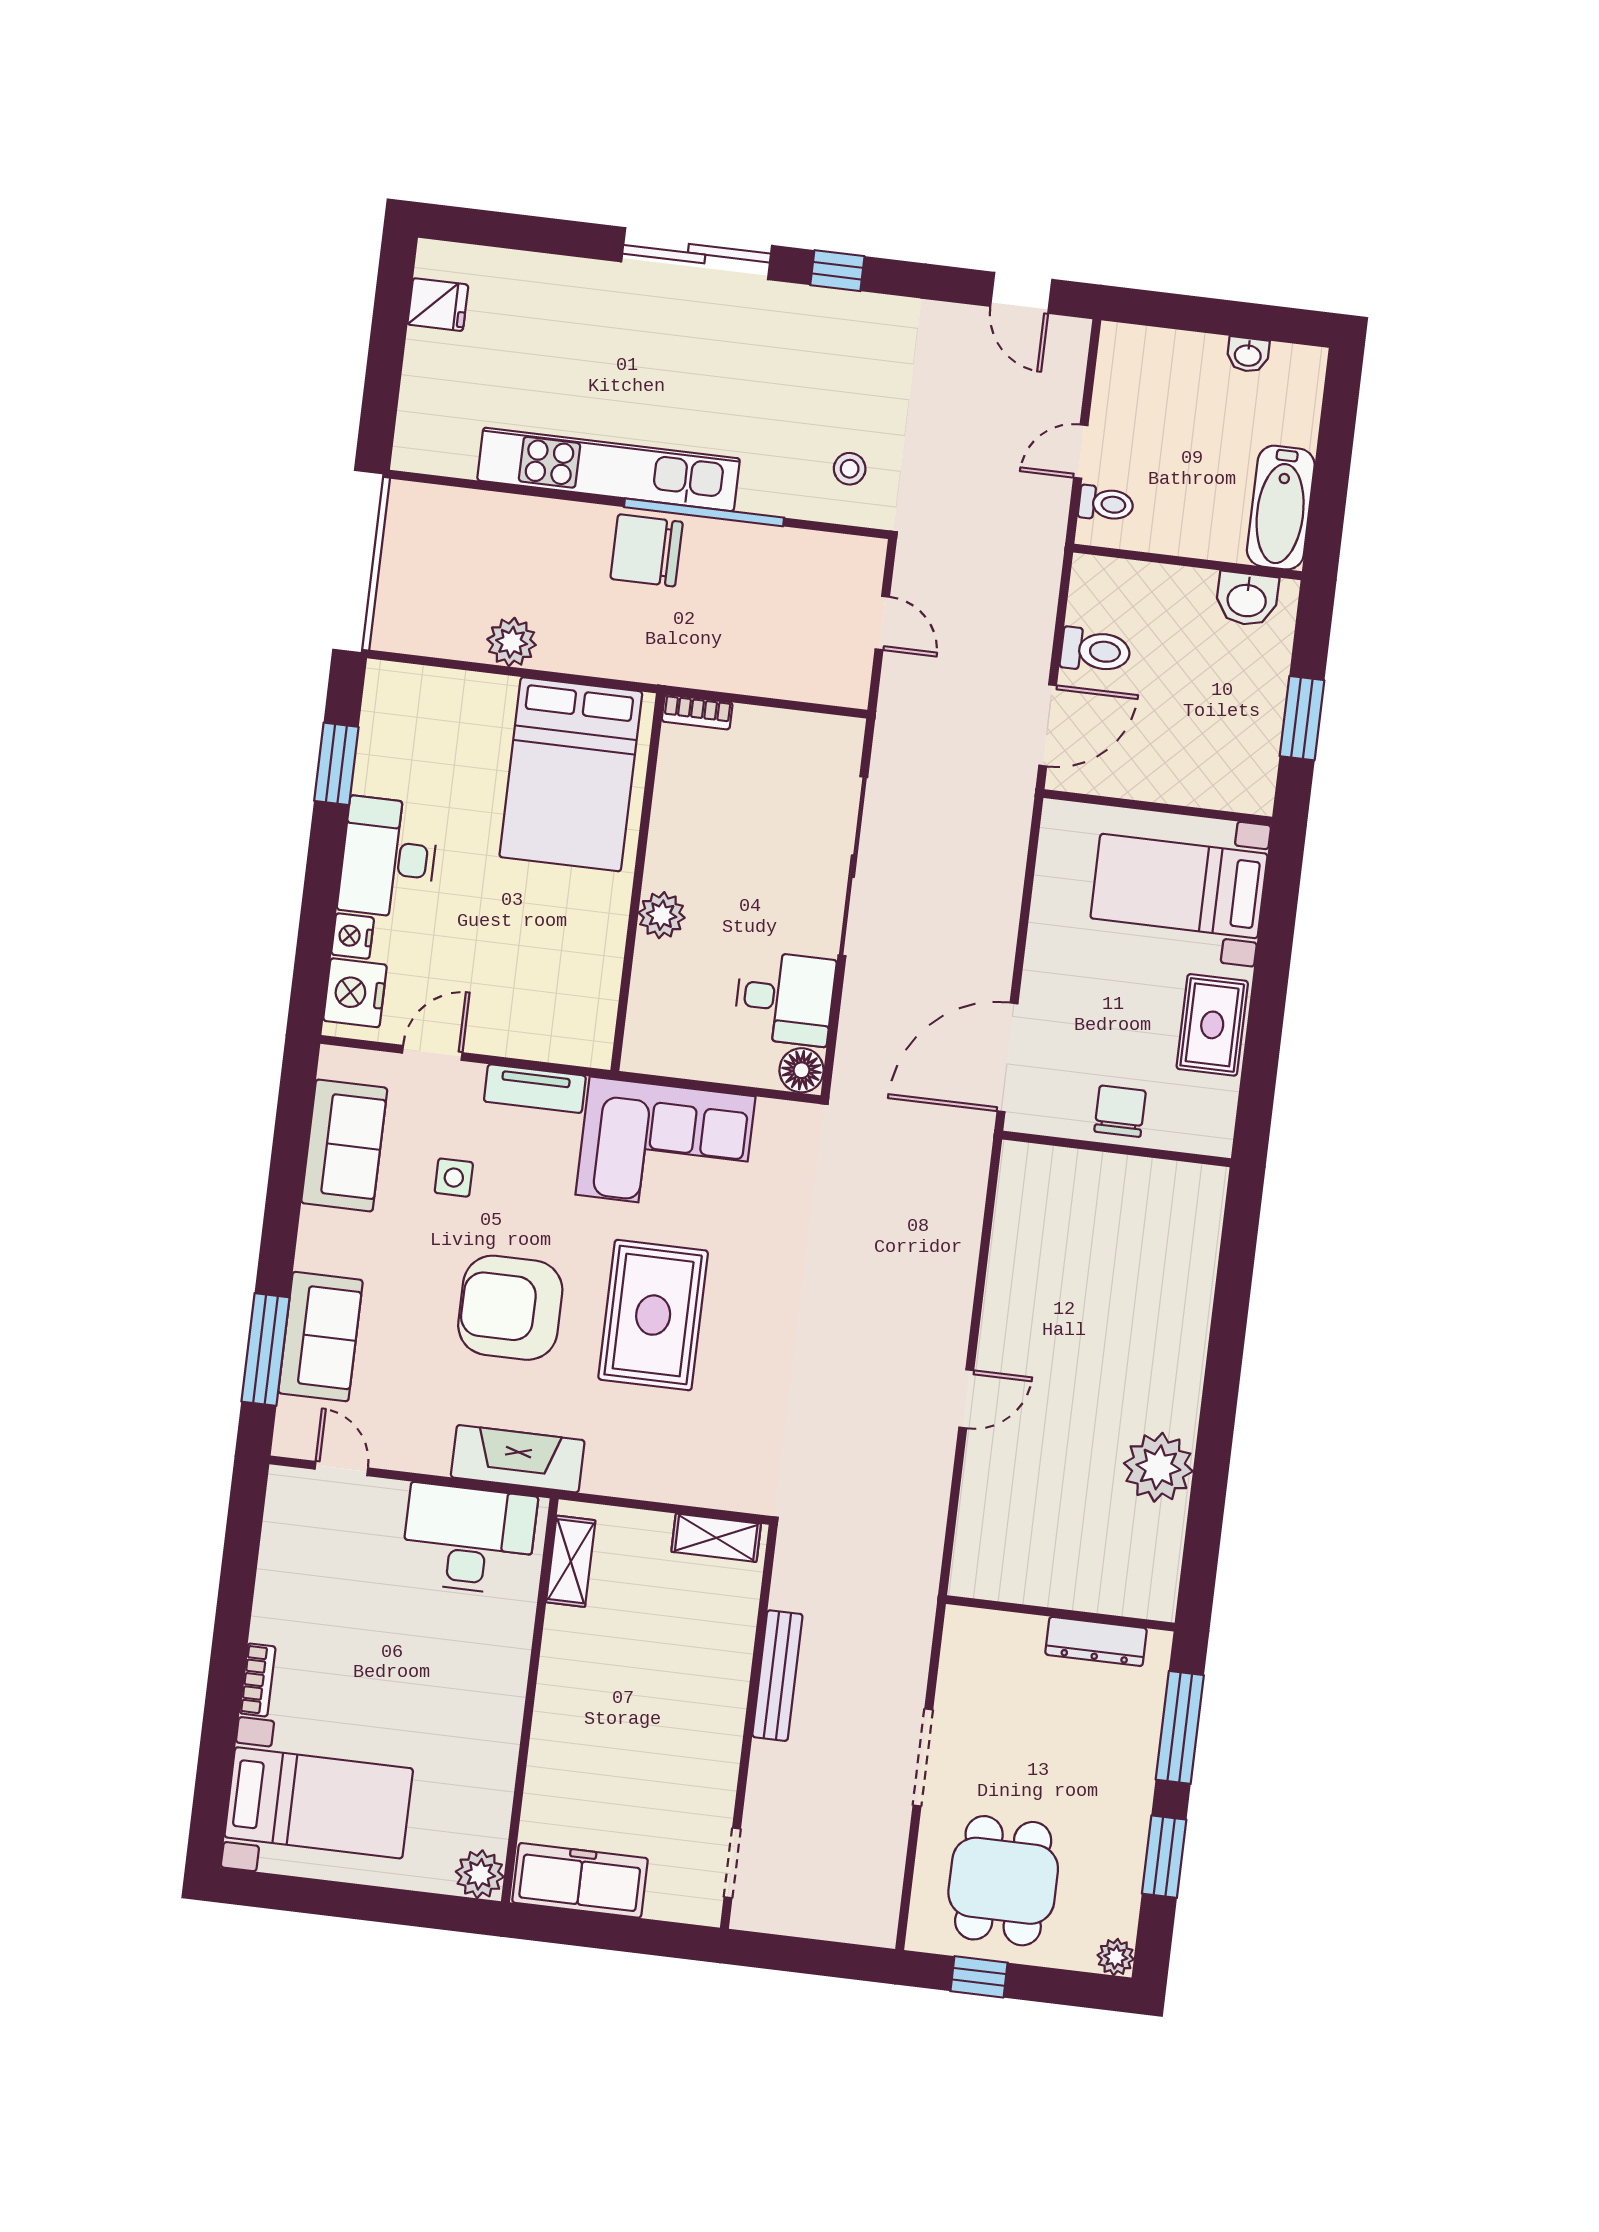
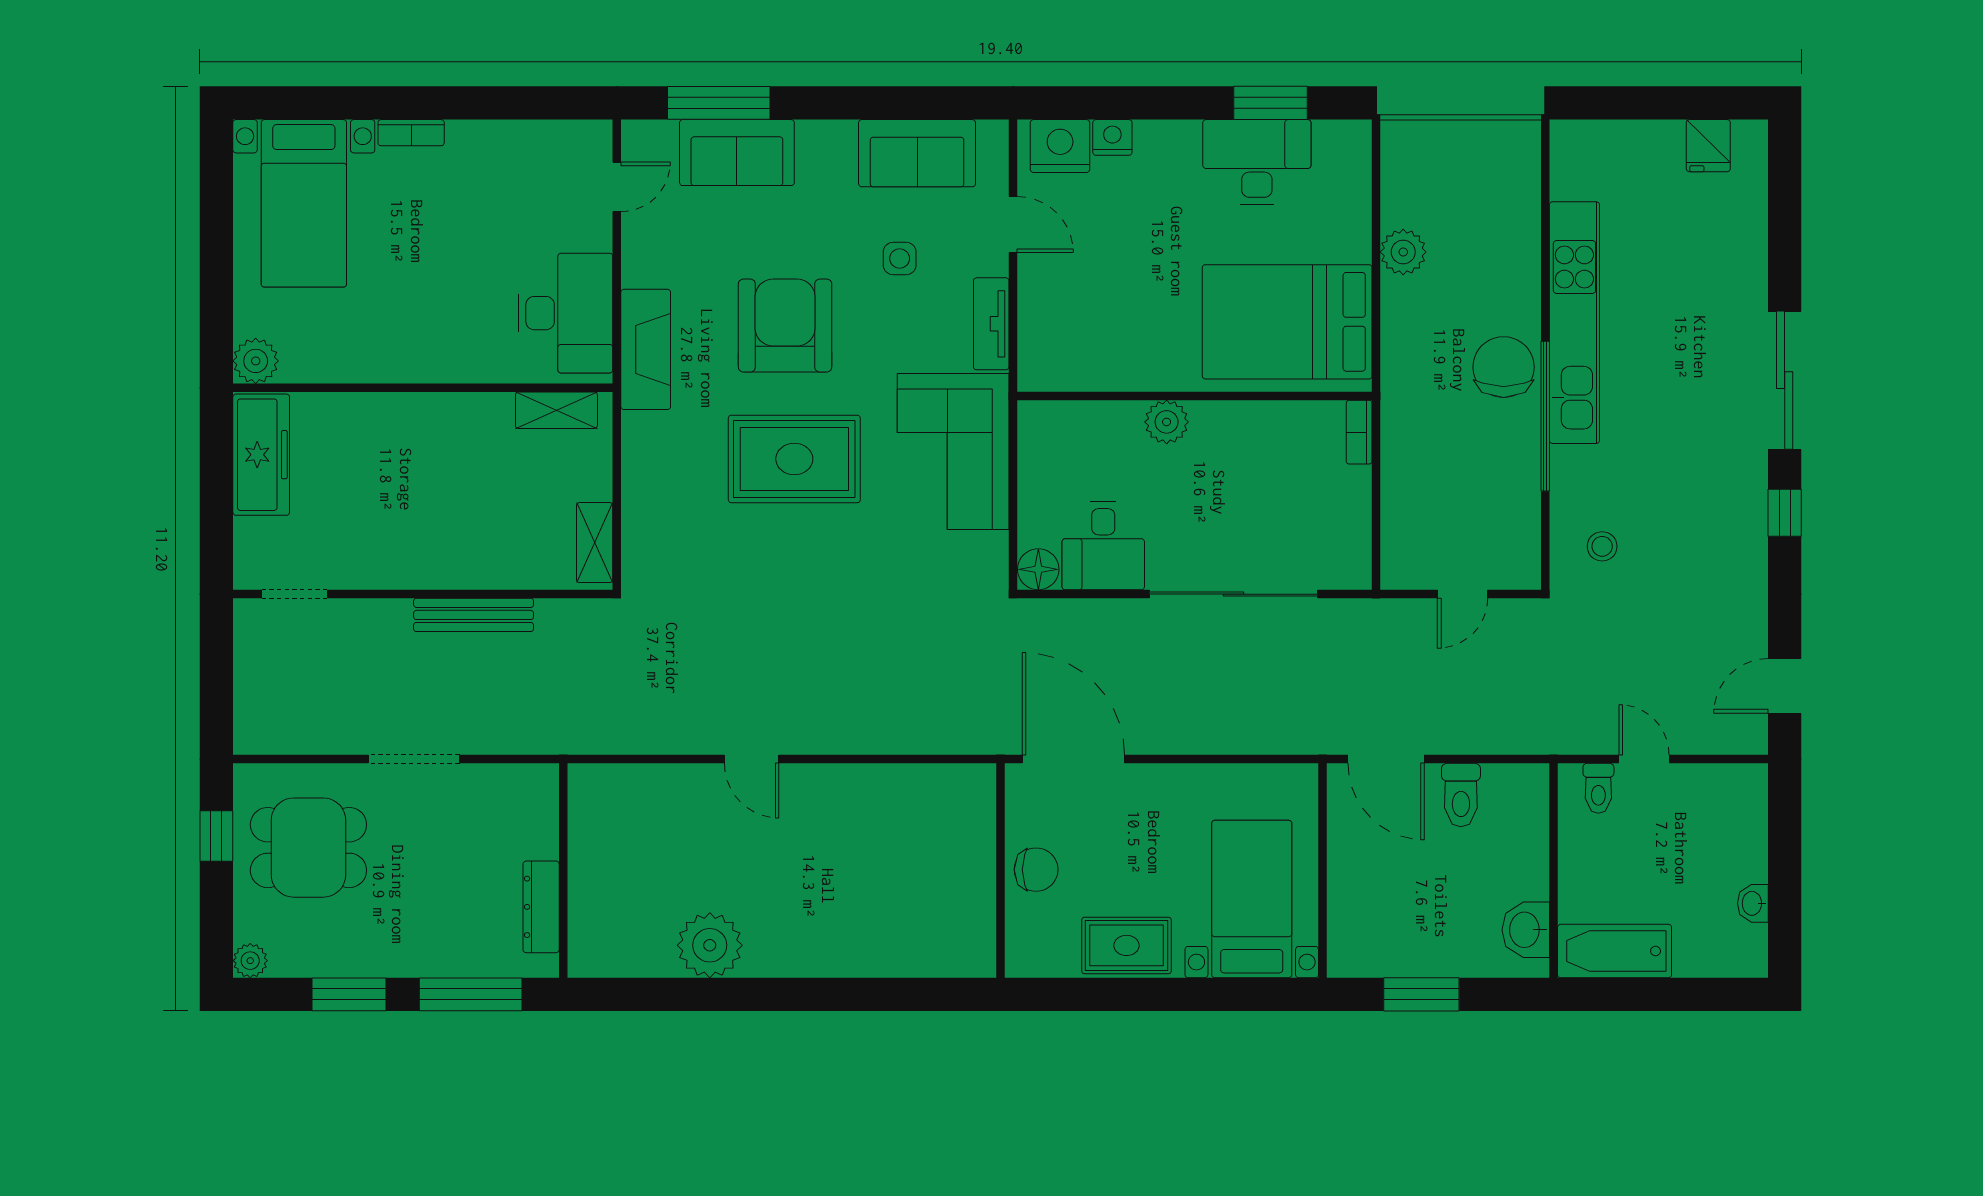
desk: (388, 858) -> (1257, 162), moved

